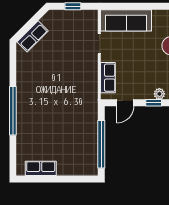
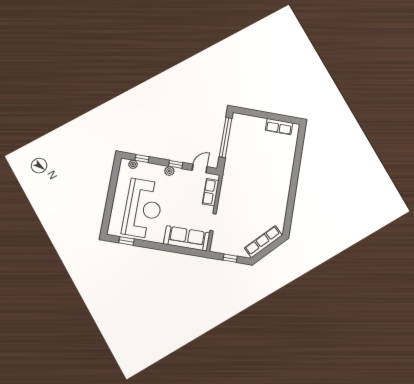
row of seats: (33, 36) -> (263, 242), width x1.48
window: (13, 111) -> (295, 178), removed

